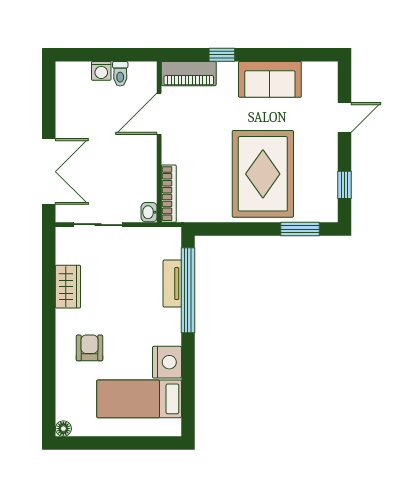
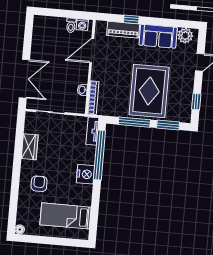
washing machine: (101, 71) -> (82, 25), moved
piano: (189, 74) -> (123, 30), moved
plant: (316, 74) -> (185, 36), added
washbasin: (149, 212) -> (82, 90), moved
window: (242, 229) -> (134, 122), added
tv unit: (172, 284) -> (92, 131), moved
nightstand: (167, 362) -> (85, 174), moved

